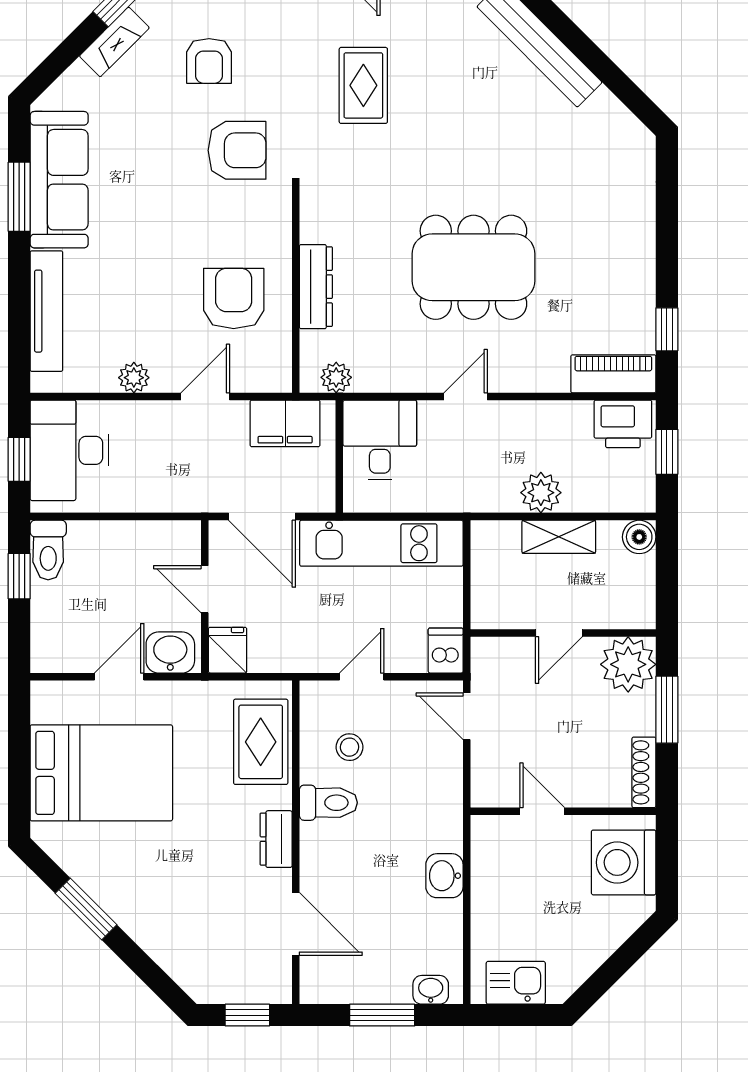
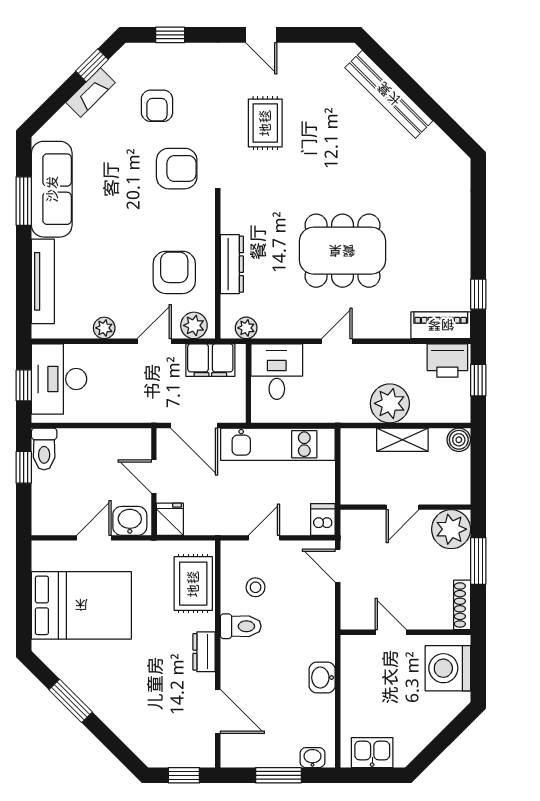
plant: (262, 374) -> (194, 325), added
plant: (541, 493) -> (390, 403), width x1.36, depth x1.36

